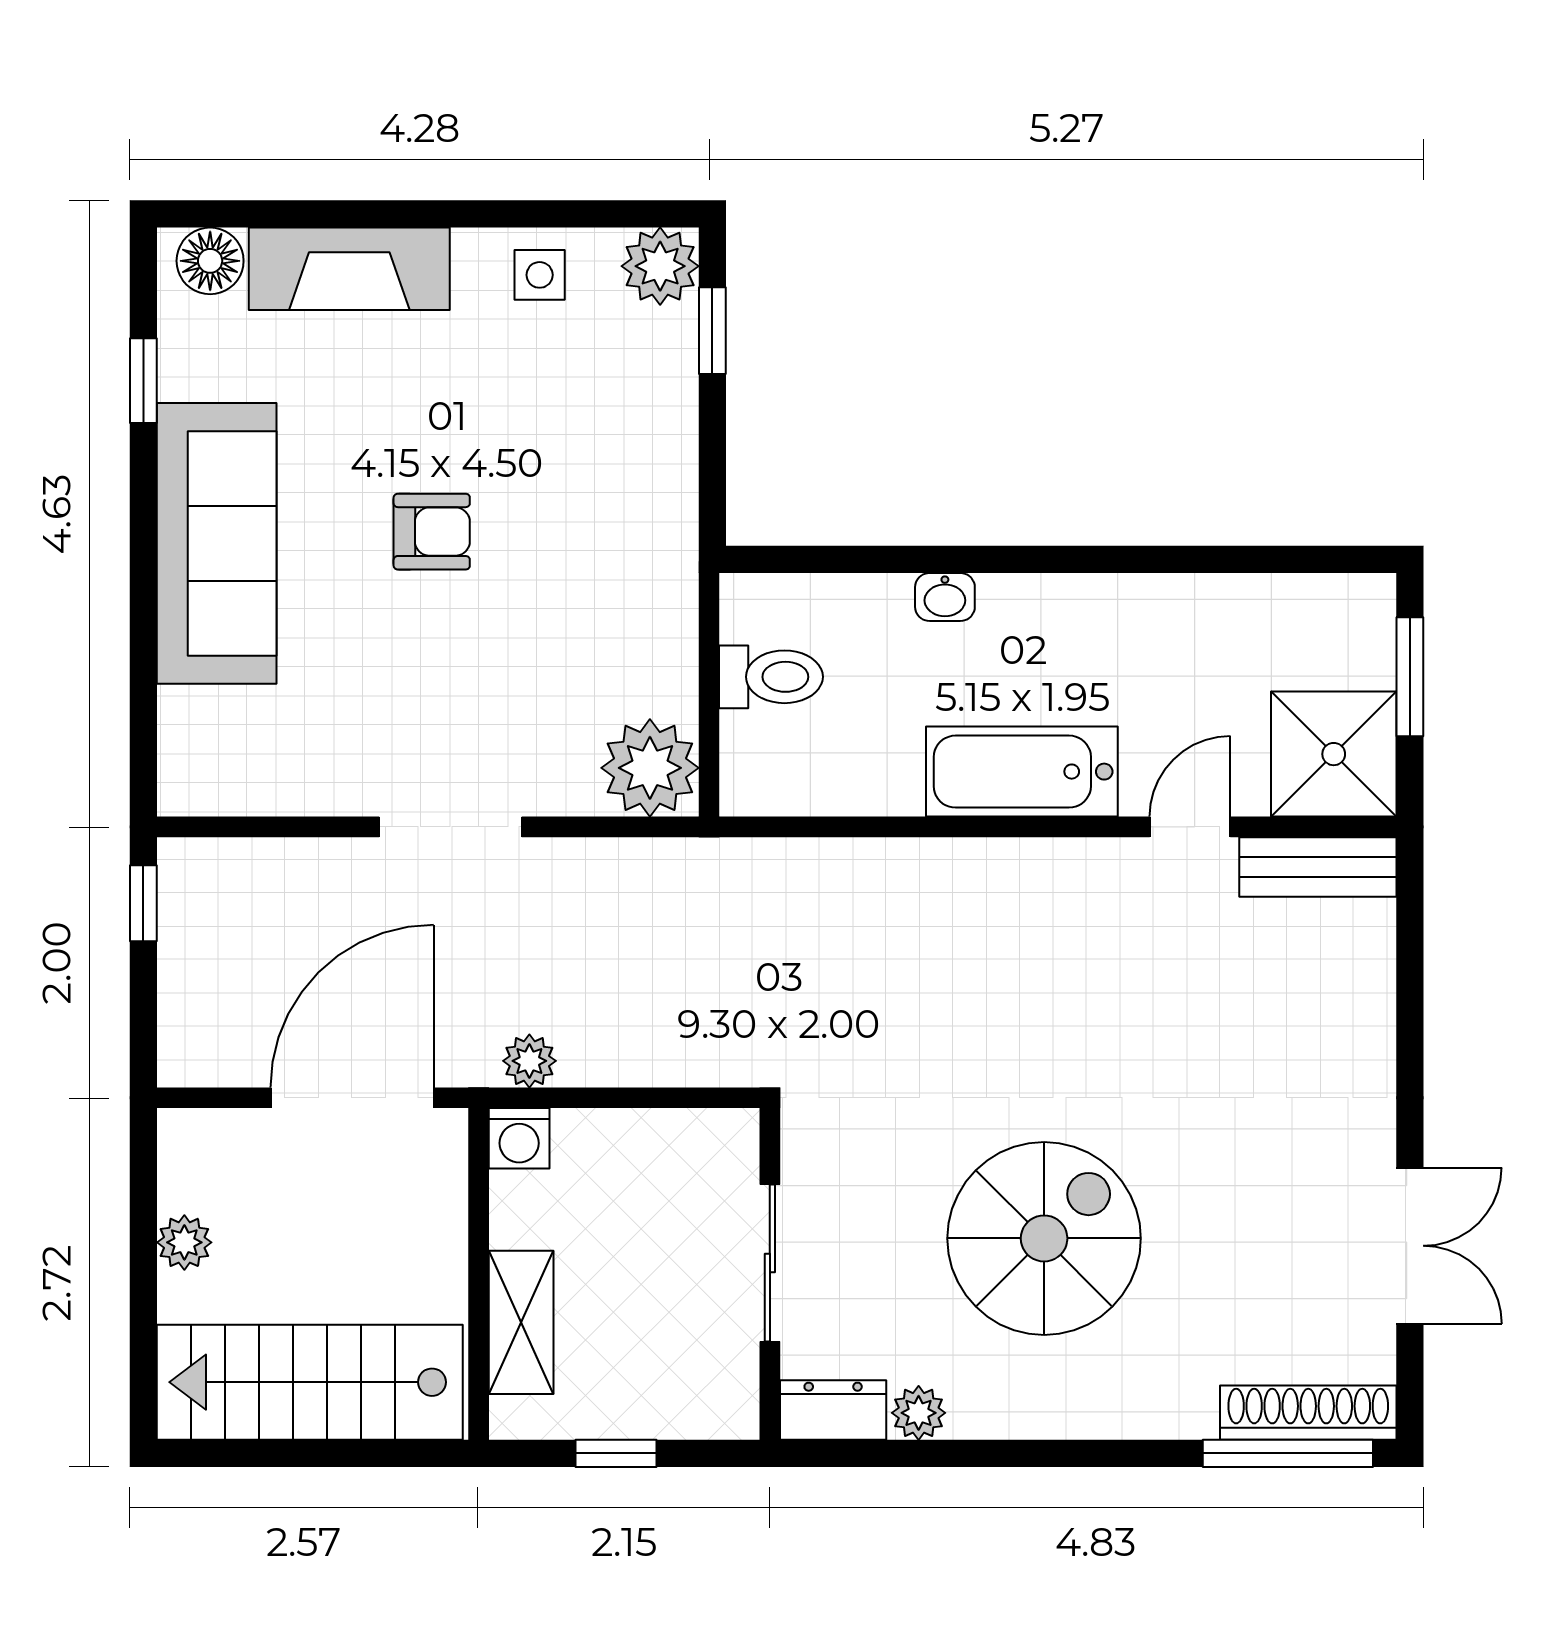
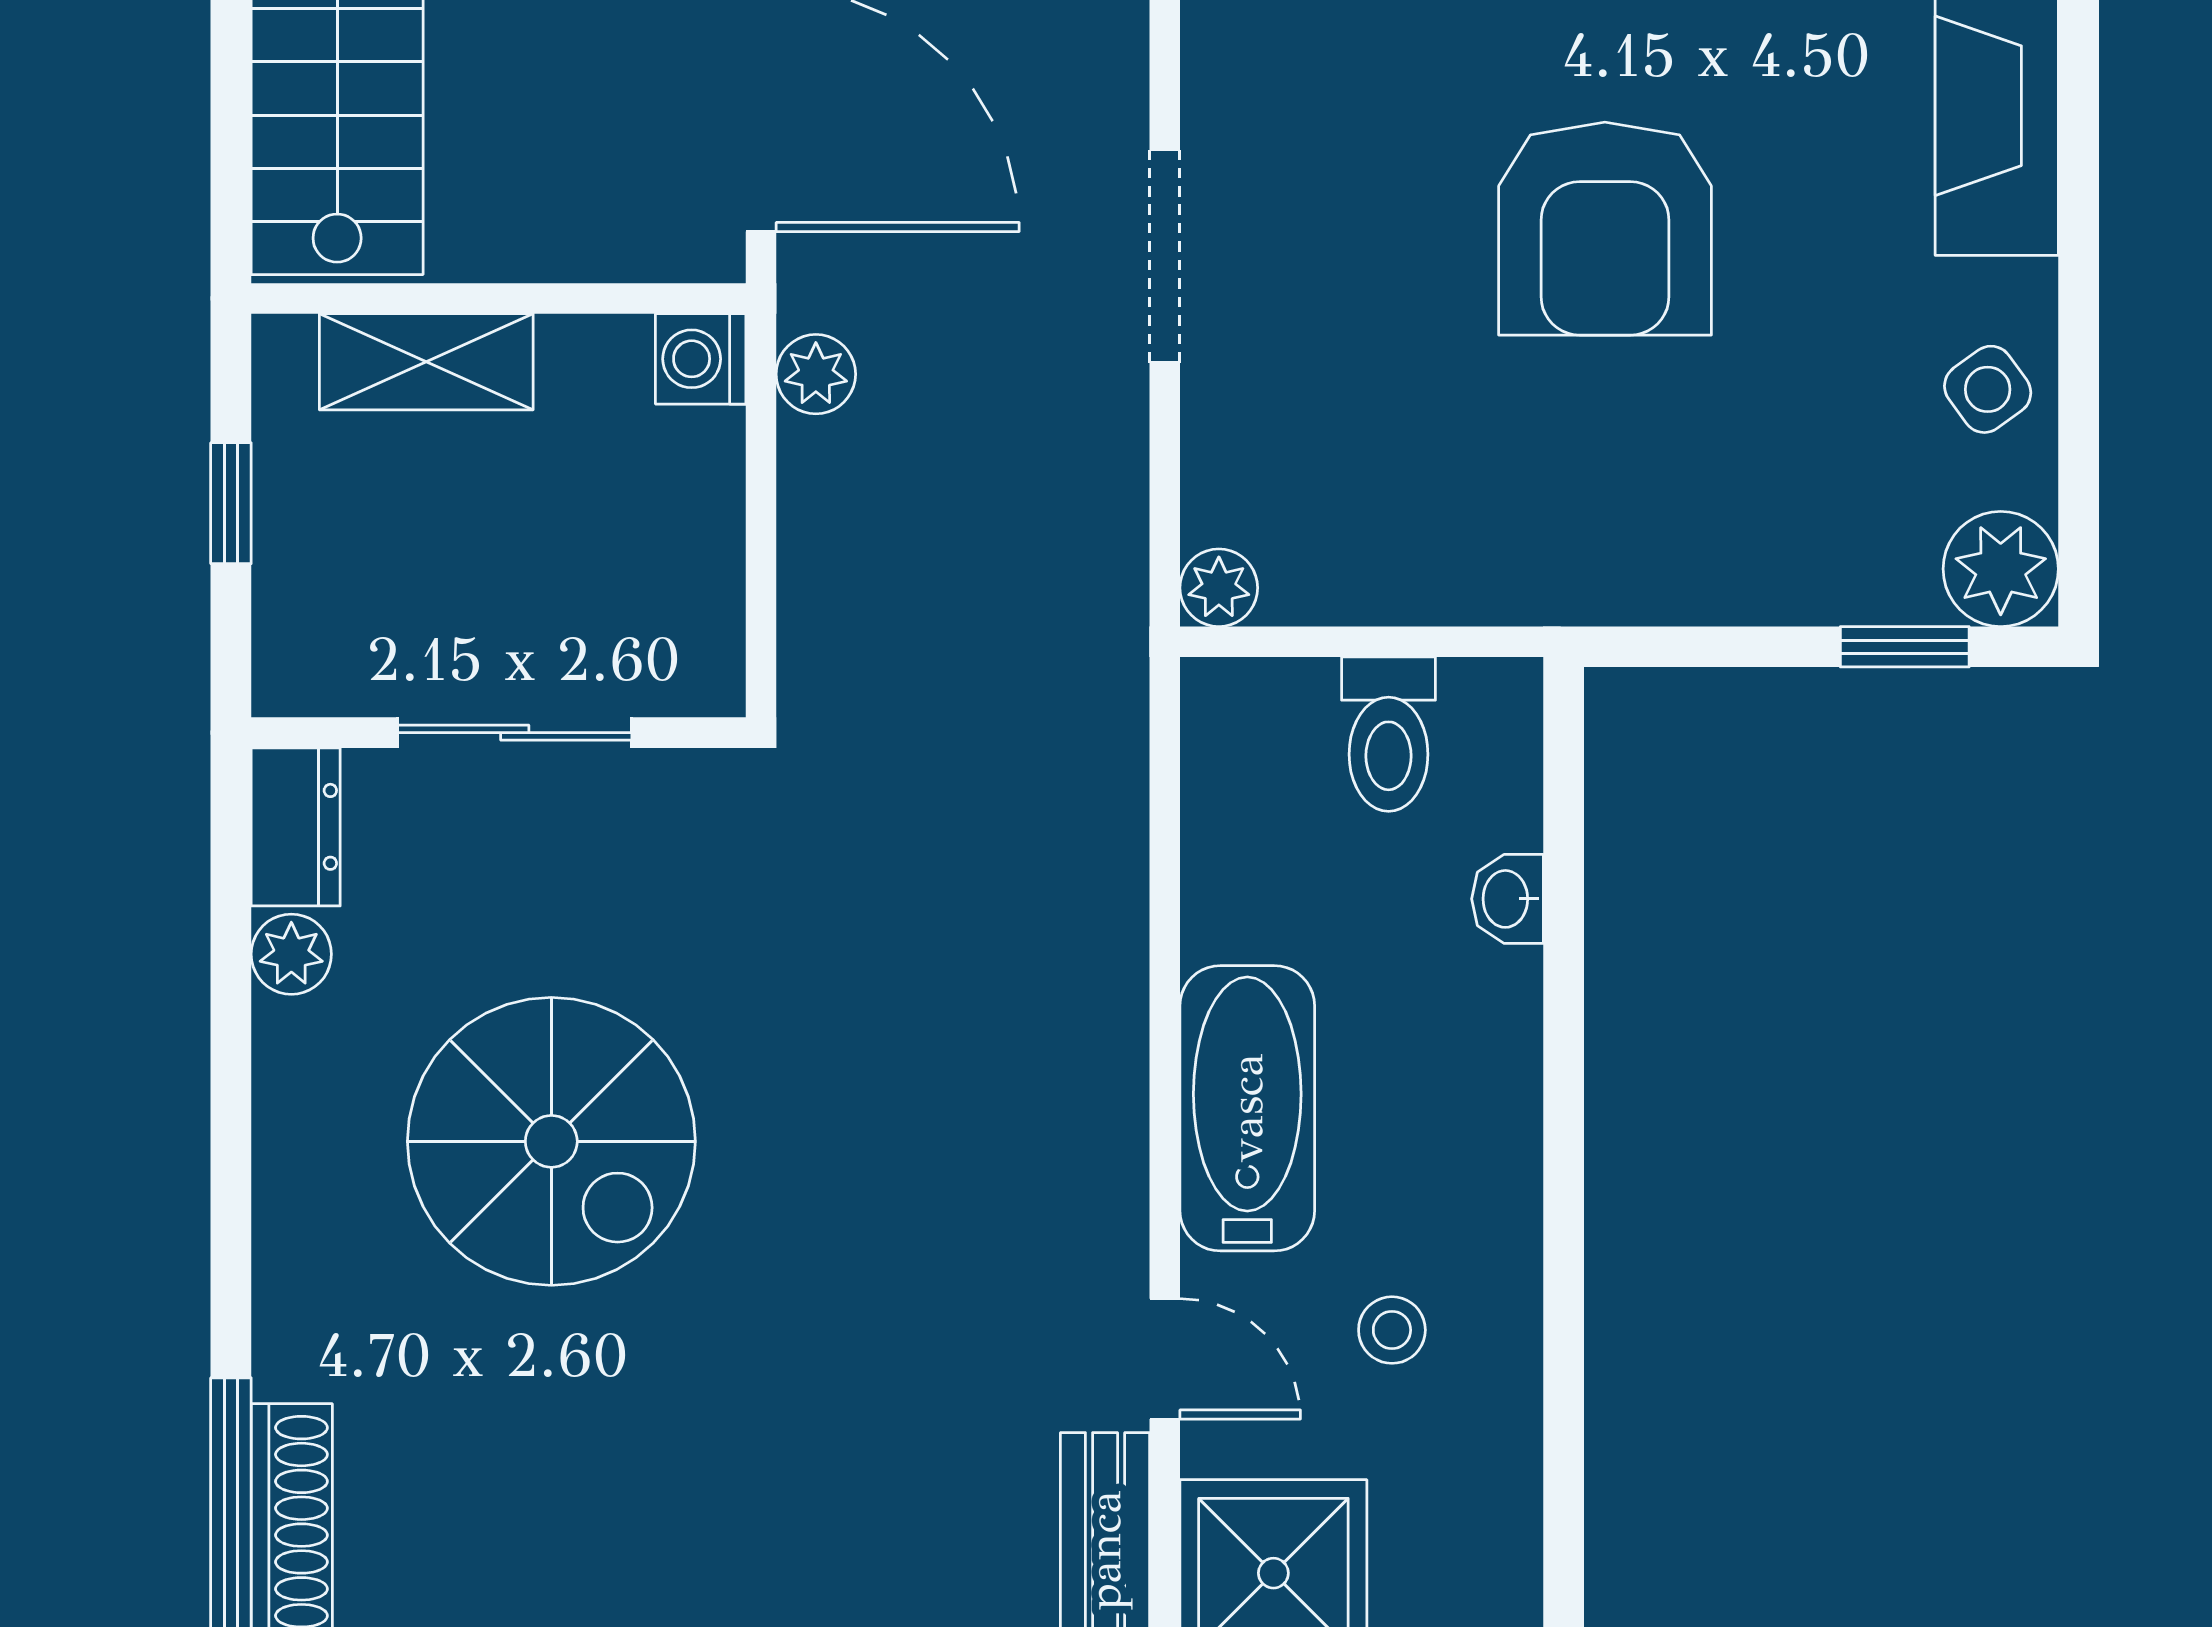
side table: (540, 275) -> (1988, 389), turned -36
armchair: (432, 532) -> (1605, 229), width x1.88, depth x1.88
washbasin: (945, 597) -> (1508, 899), moved
stool: (1171, 675) -> (1392, 1330), added
plant: (650, 768) -> (1219, 588), width x0.53, depth x0.53

